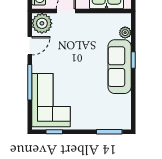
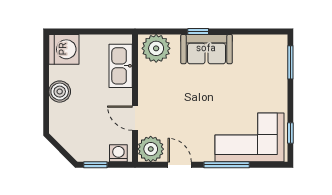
plant: (125, 33) -> (156, 48), width x1.88, depth x1.88
sofa: (120, 67) -> (206, 49), width x0.73

